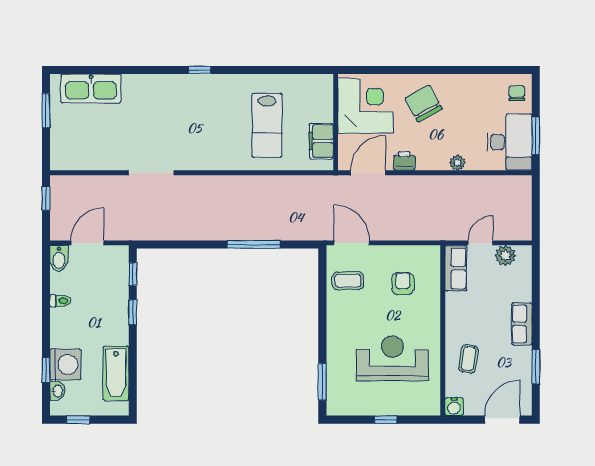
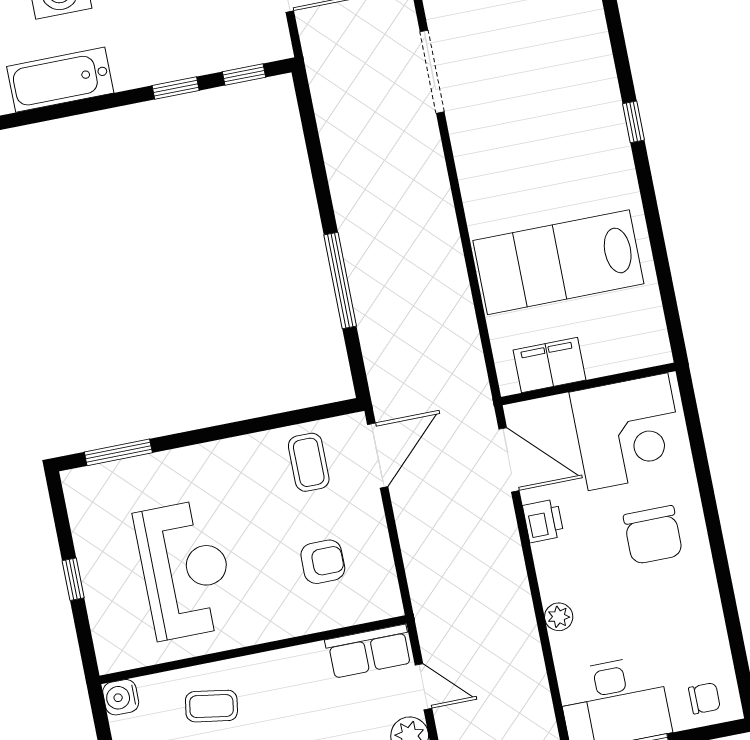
chair: (424, 103) -> (653, 535), turned 119
lab bench: (267, 125) -> (558, 262), width x1.36, depth x1.39

